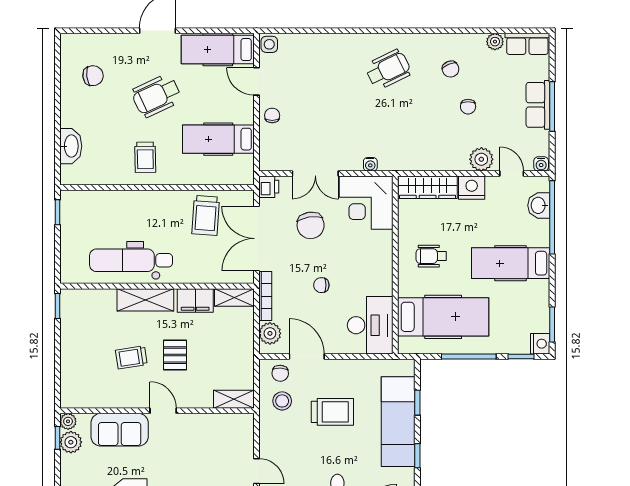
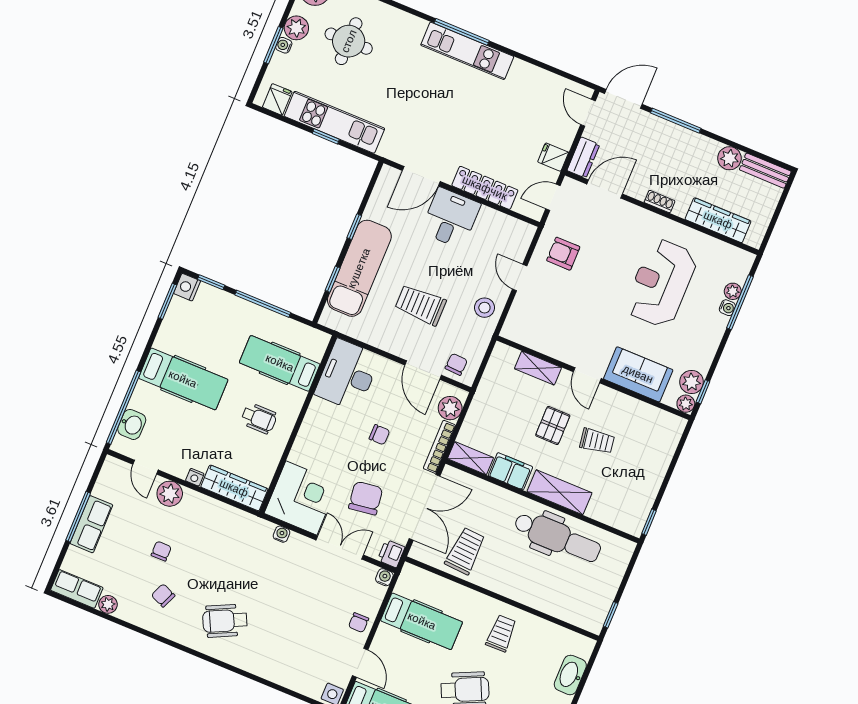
chair: (451, 69) -> (163, 595), turned -44
water cooler: (541, 164) -> (384, 577), moved
nightstand: (472, 188) -> (195, 477), width x0.53, depth x0.56
hospital bed: (443, 317) -> (280, 363), width x0.73, depth x0.78
shelving: (234, 399) -> (538, 368), moved
stool: (282, 401) -> (484, 308), moved

